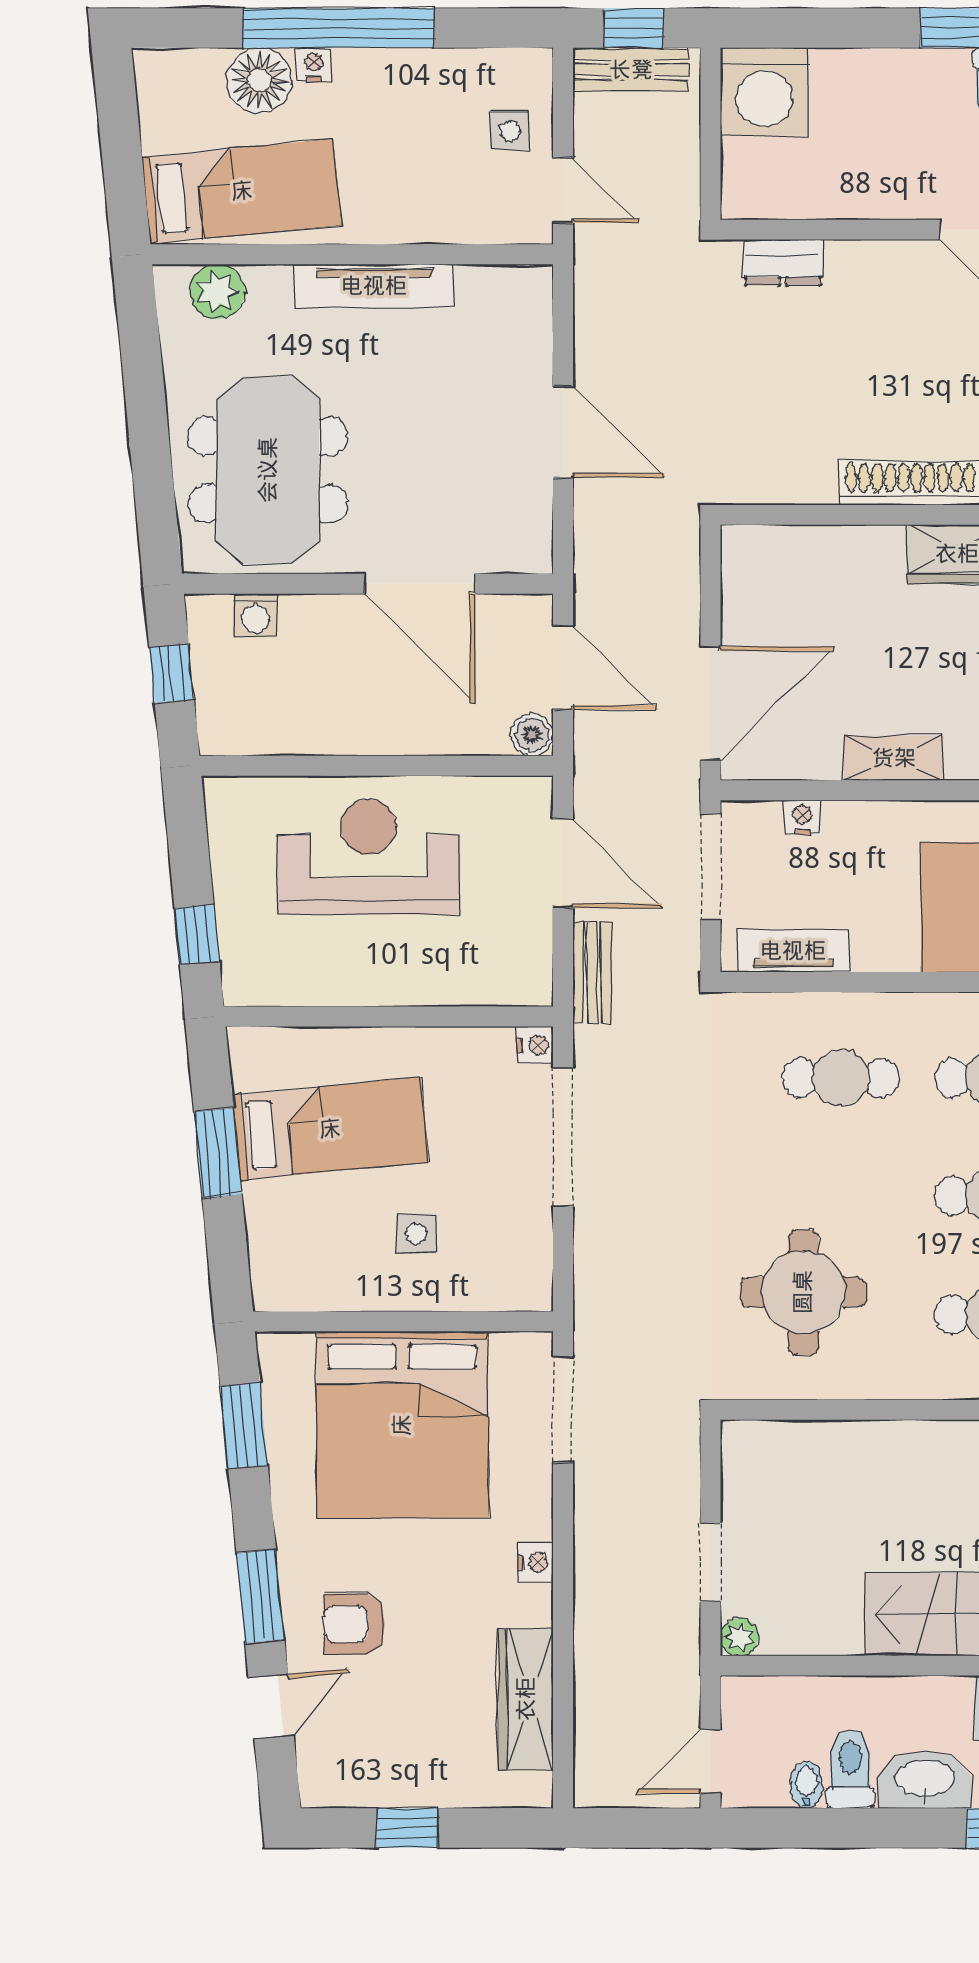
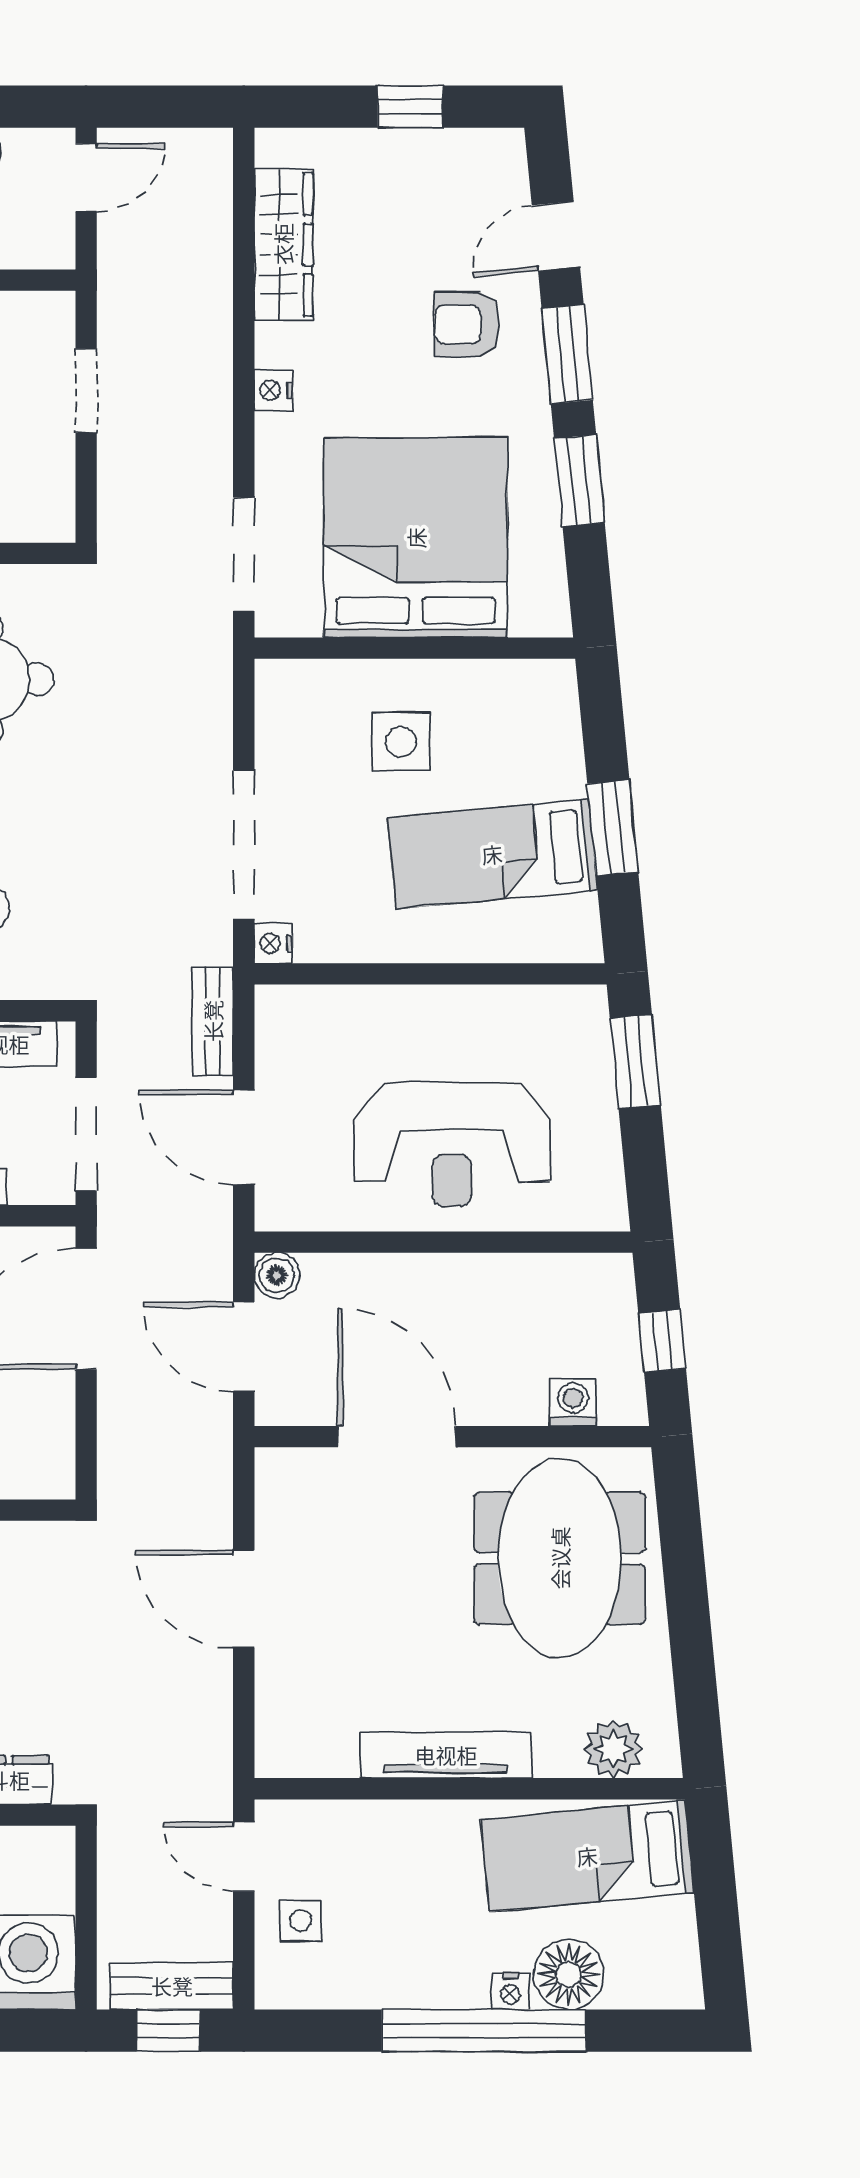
window: (197, 934) -> (635, 1062), width x1.50
side table: (416, 1234) -> (401, 742), width x1.37, depth x1.37
window: (244, 1425) -> (579, 481), moved
armchair: (354, 1624) -> (467, 324), turned 180
plant: (739, 1637) -> (55, 311), removed

